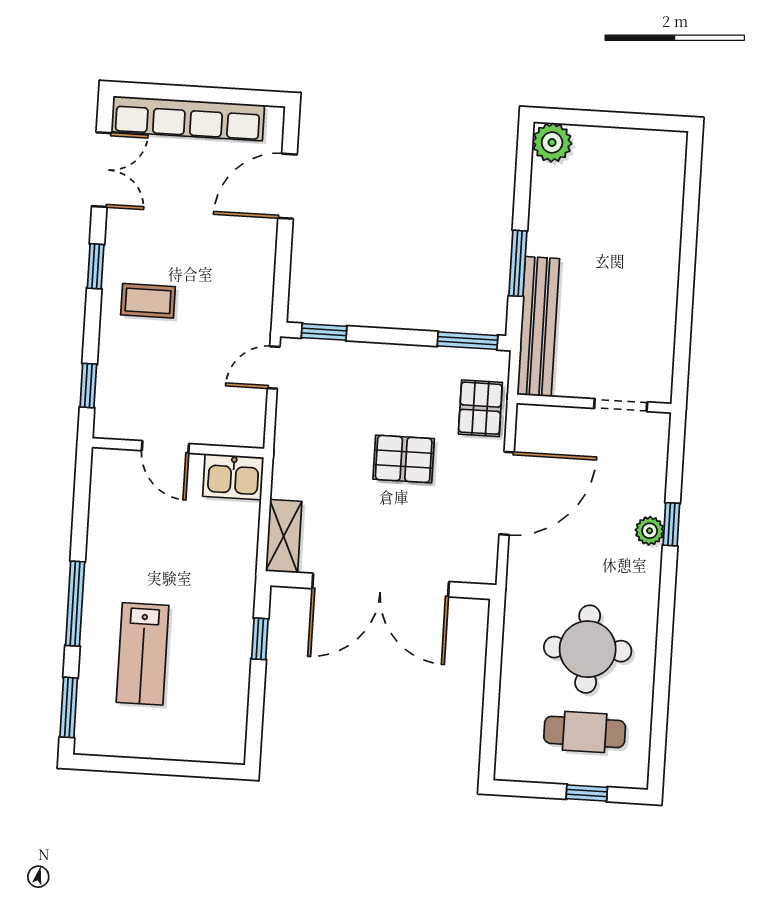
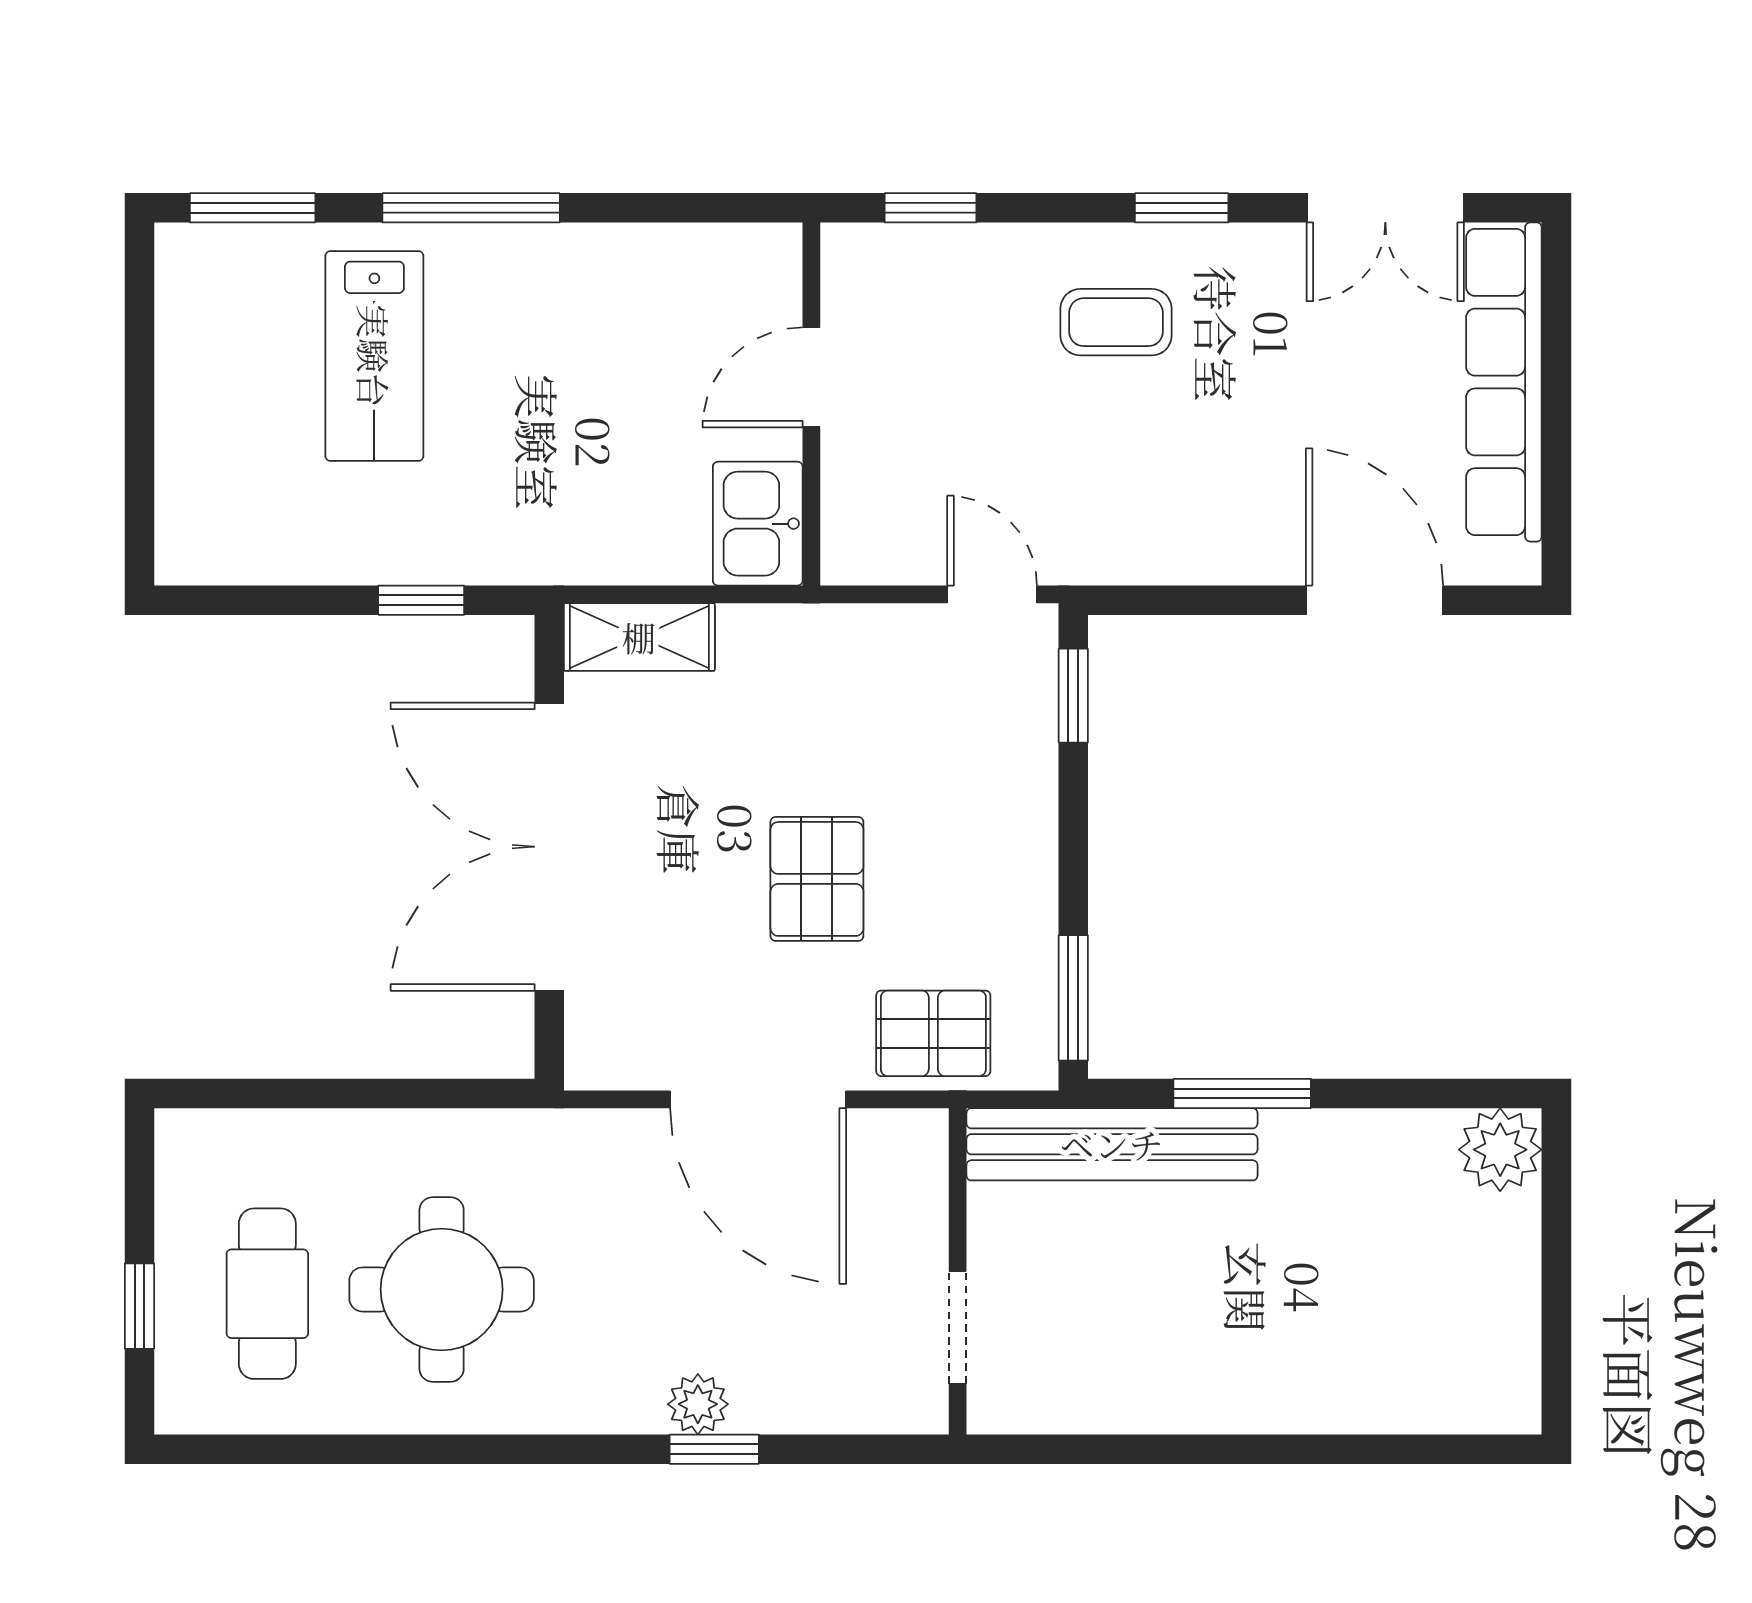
coffee table: (148, 301) -> (1116, 322), turned 90
lab bench: (143, 654) -> (374, 356), turned -90

